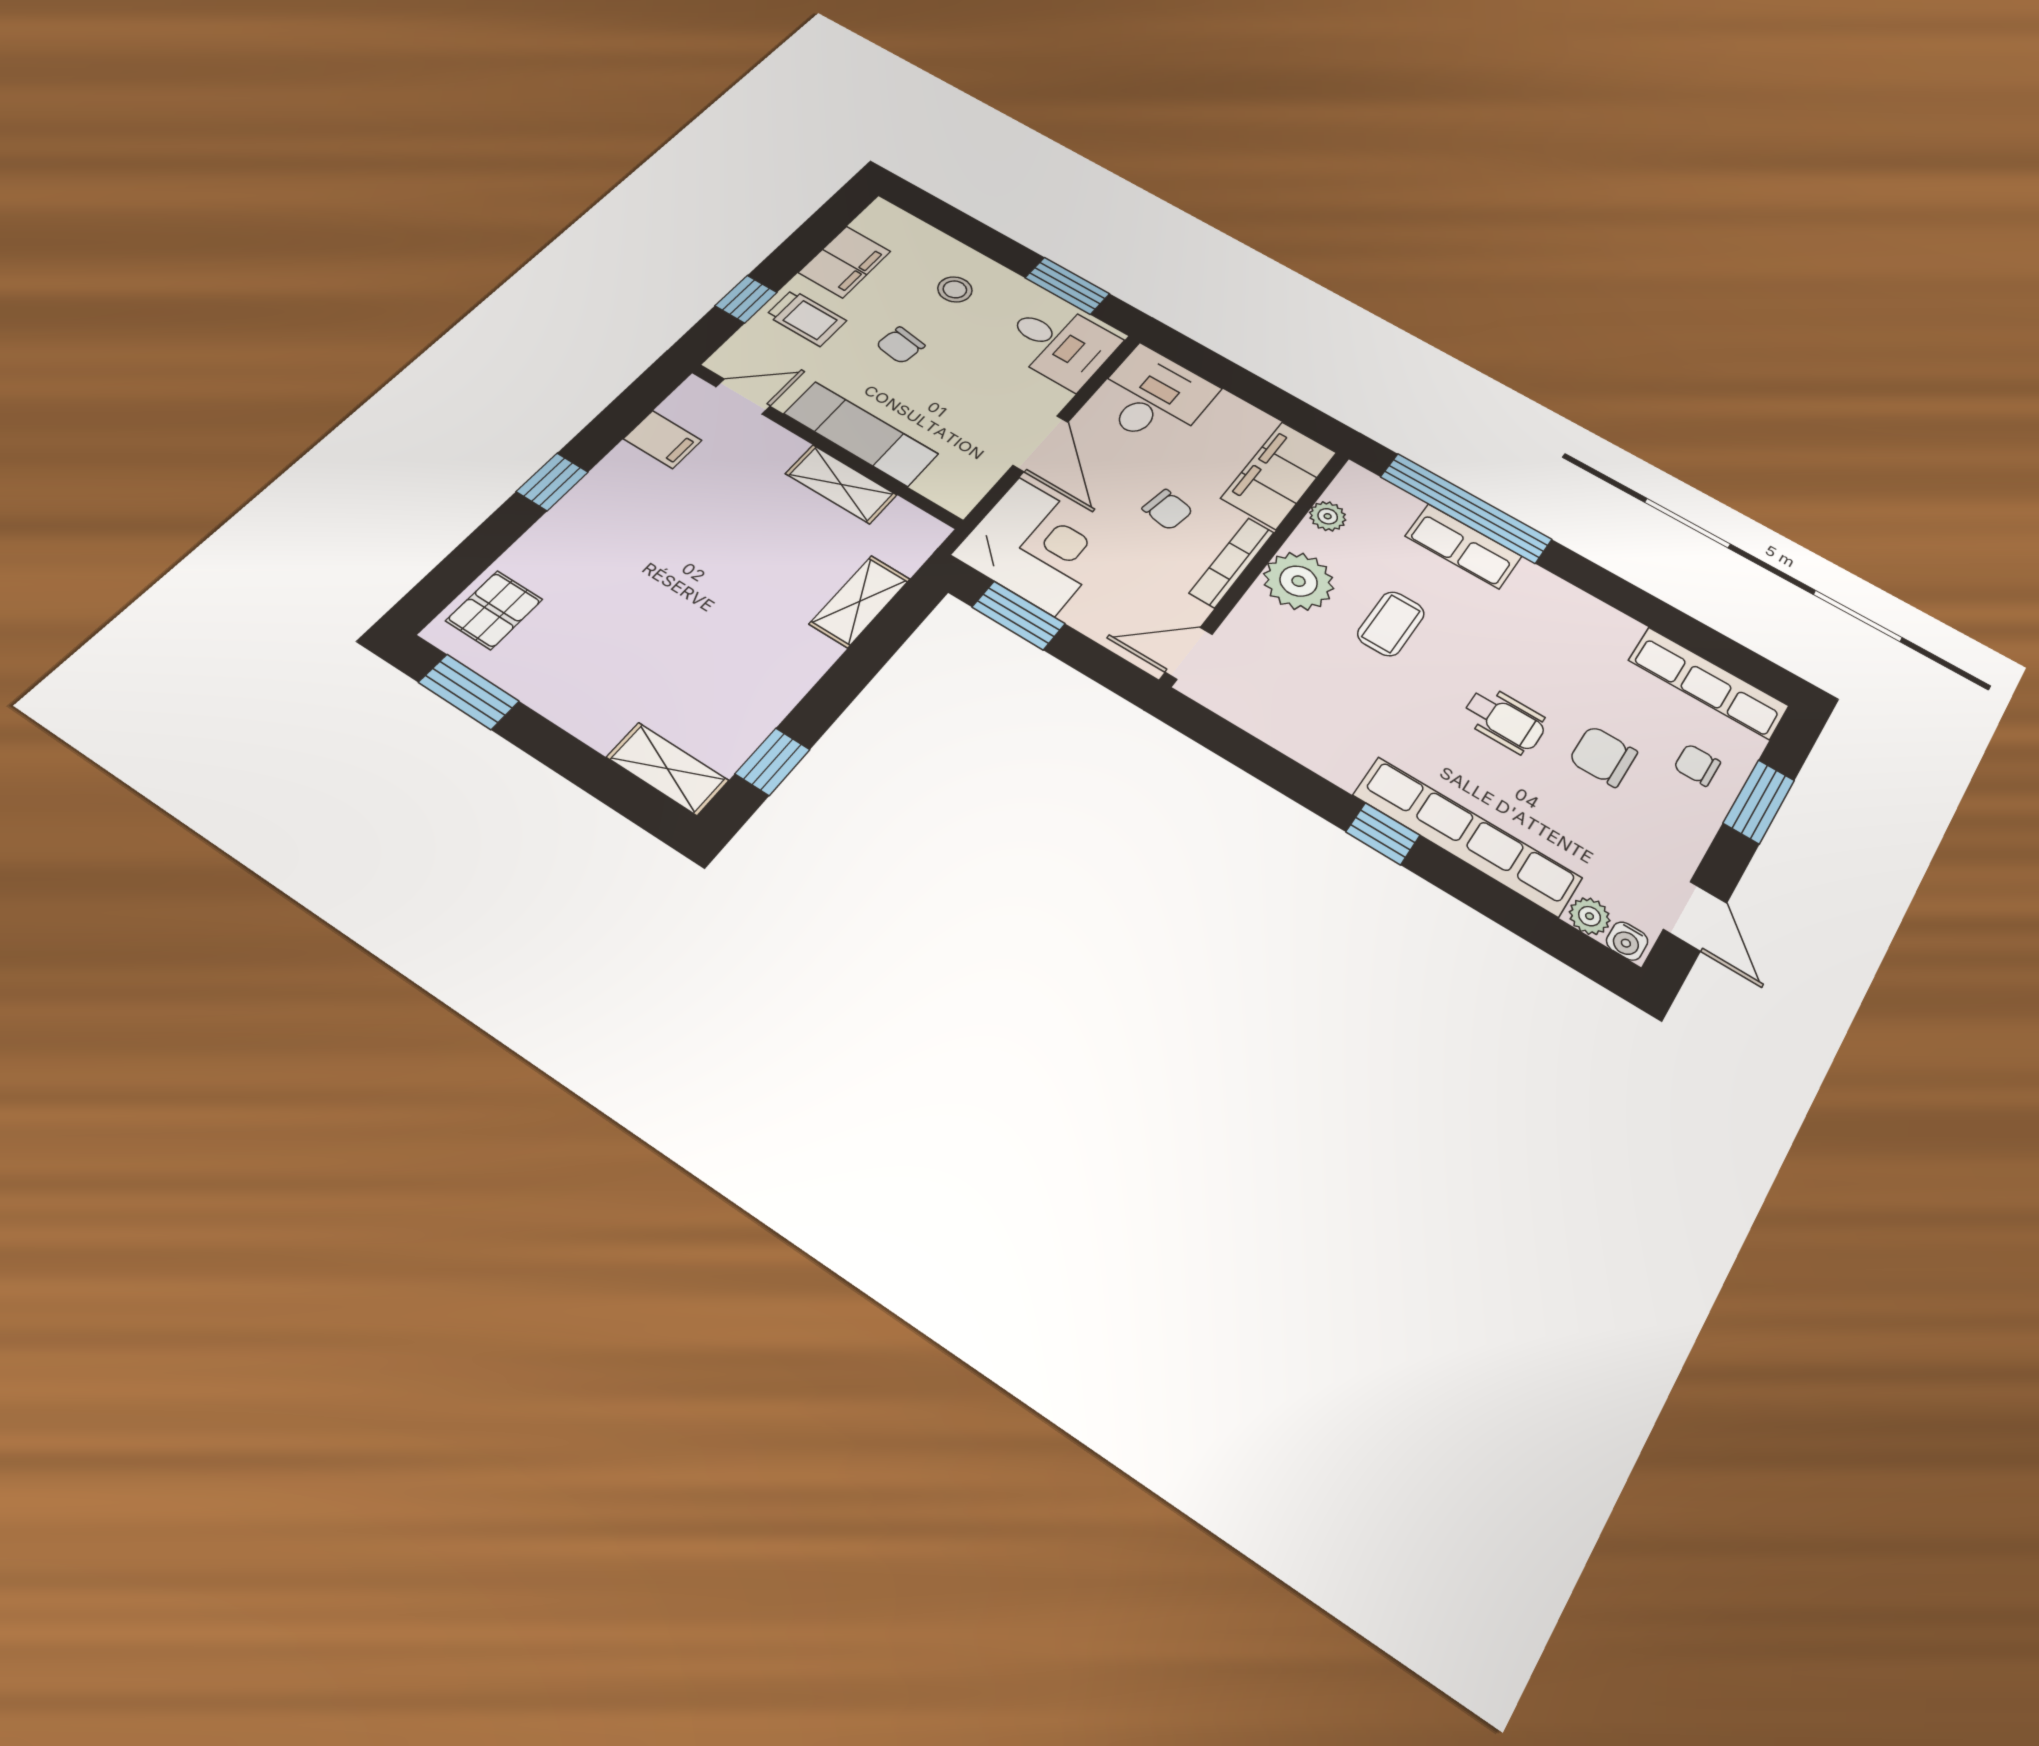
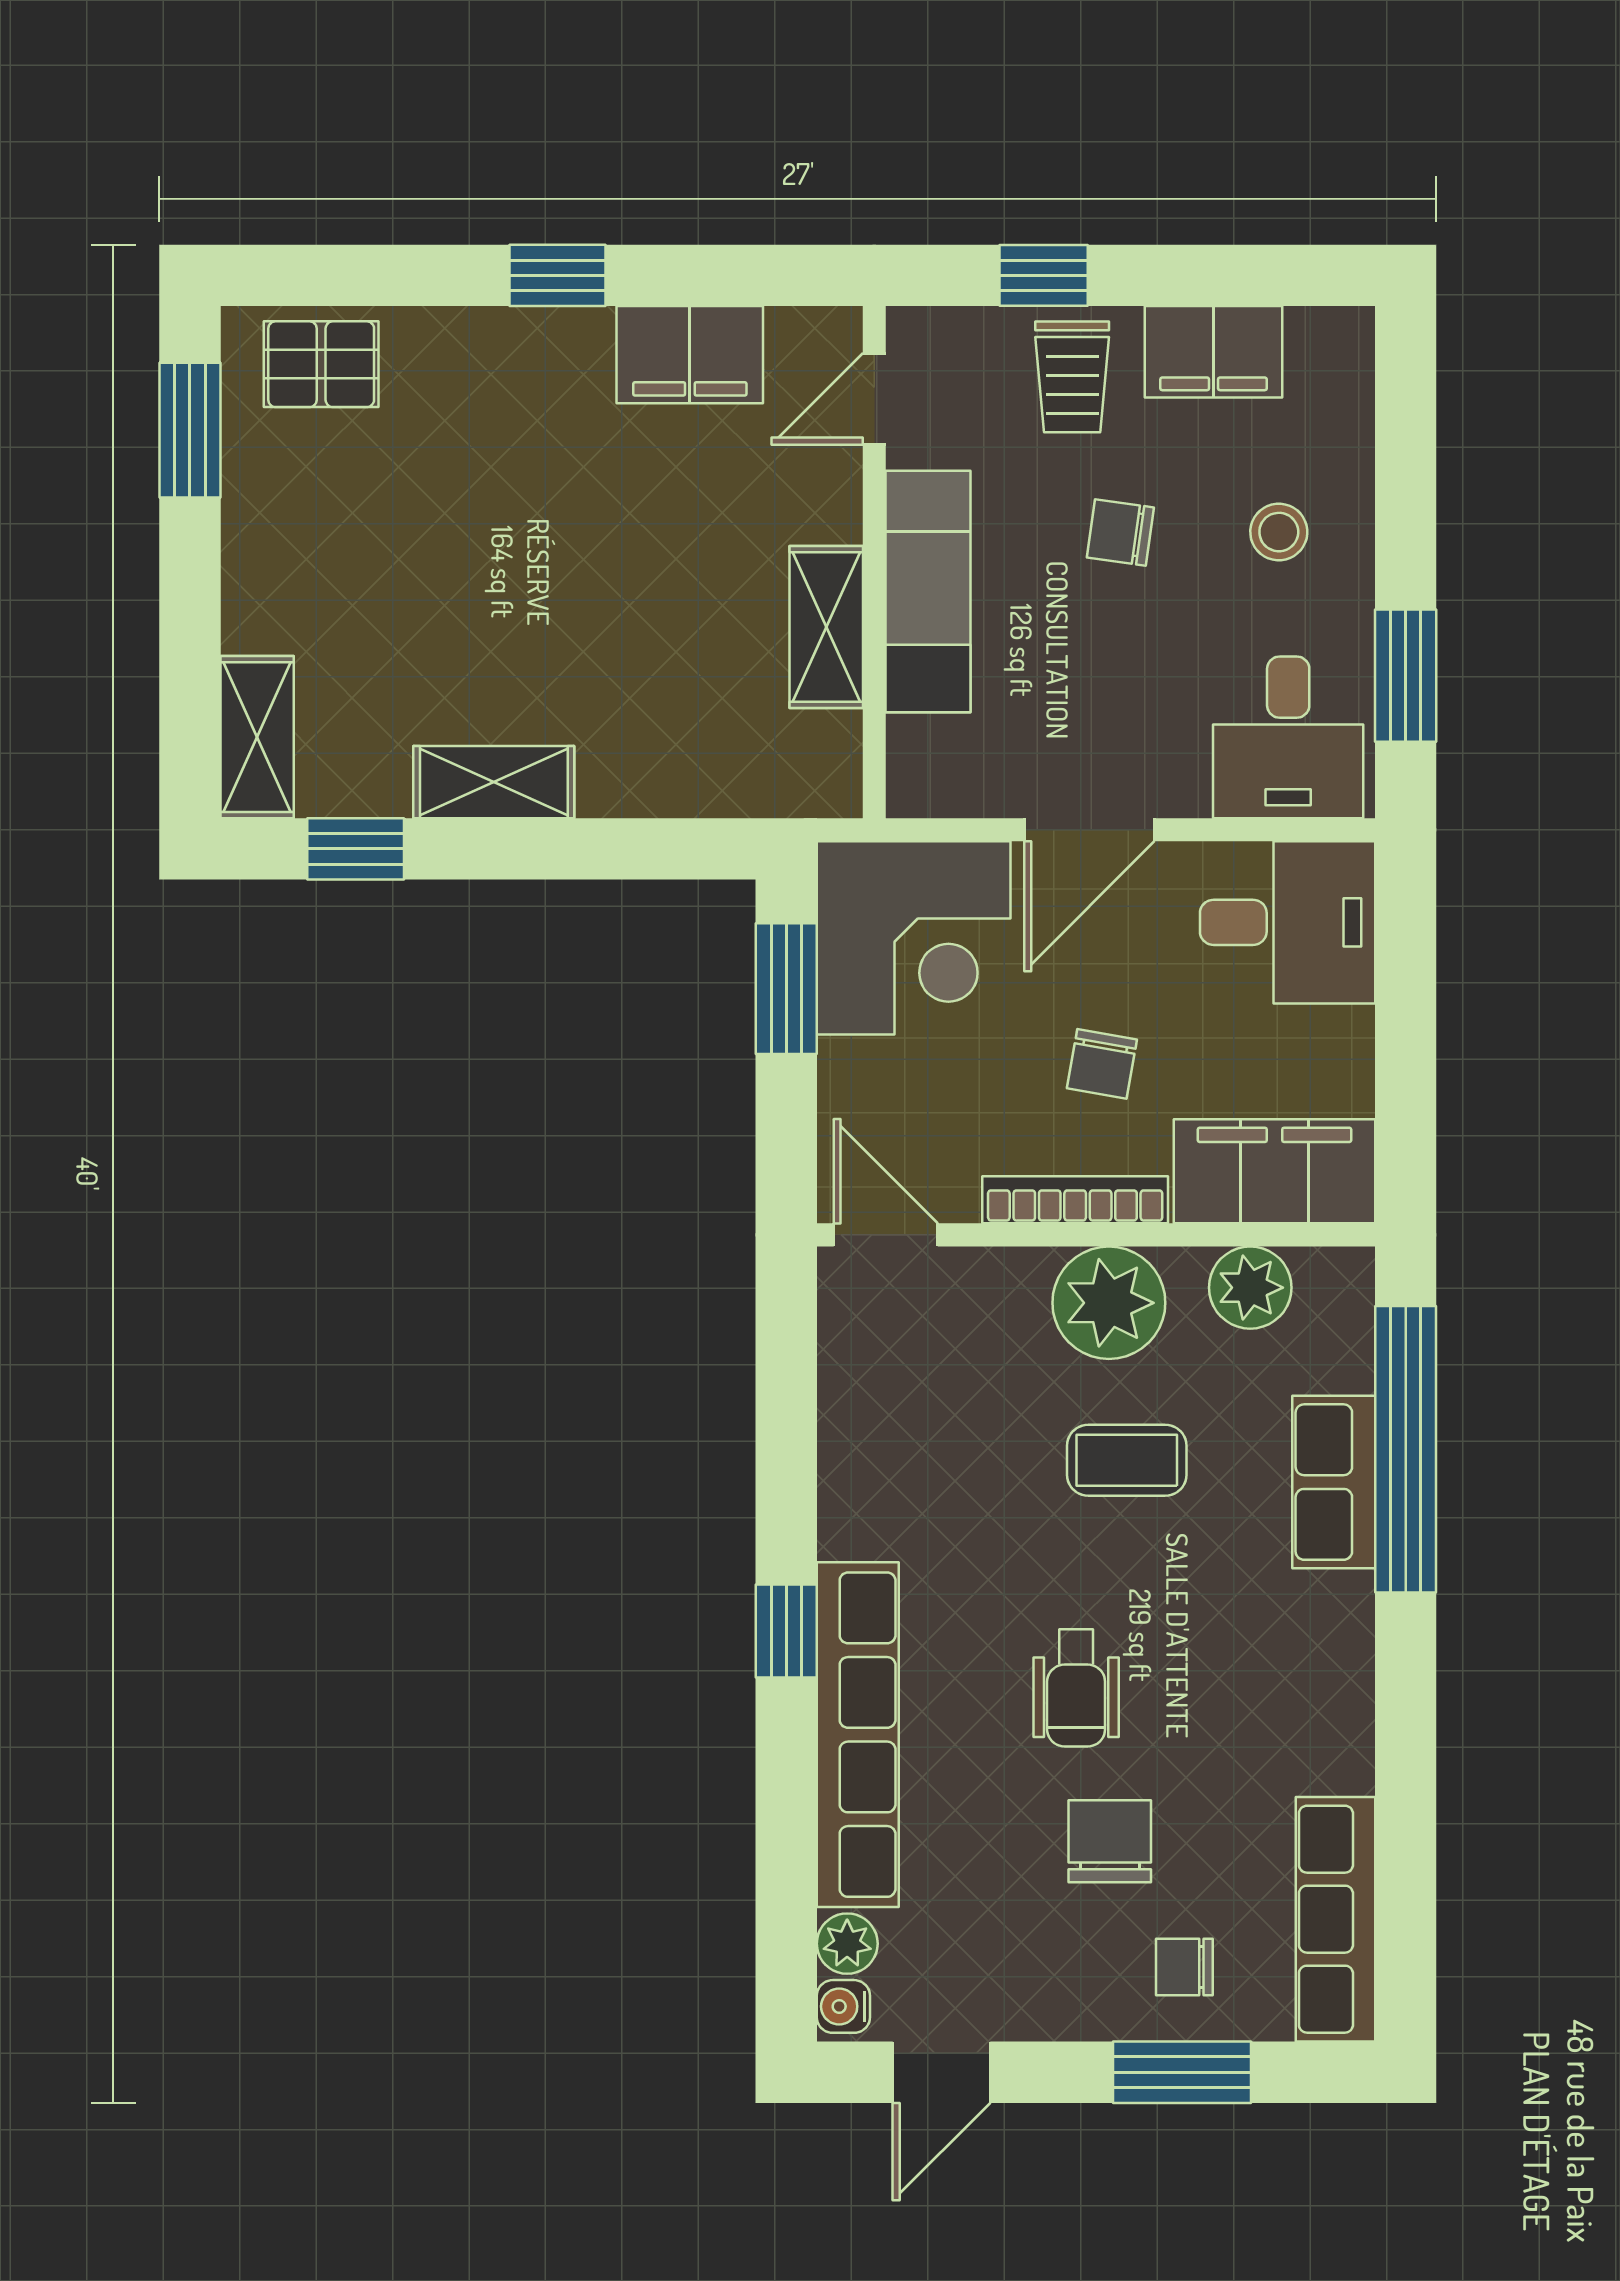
door: (743, 396) -> (874, 399), swing flipped
filing cabinet: (663, 440) -> (690, 355), width x2.00
plant: (1328, 516) -> (1250, 1288), width x1.38, depth x1.38
shelving: (860, 601) -> (494, 782), moved
chair: (1697, 765) -> (1184, 1967), turned -90

